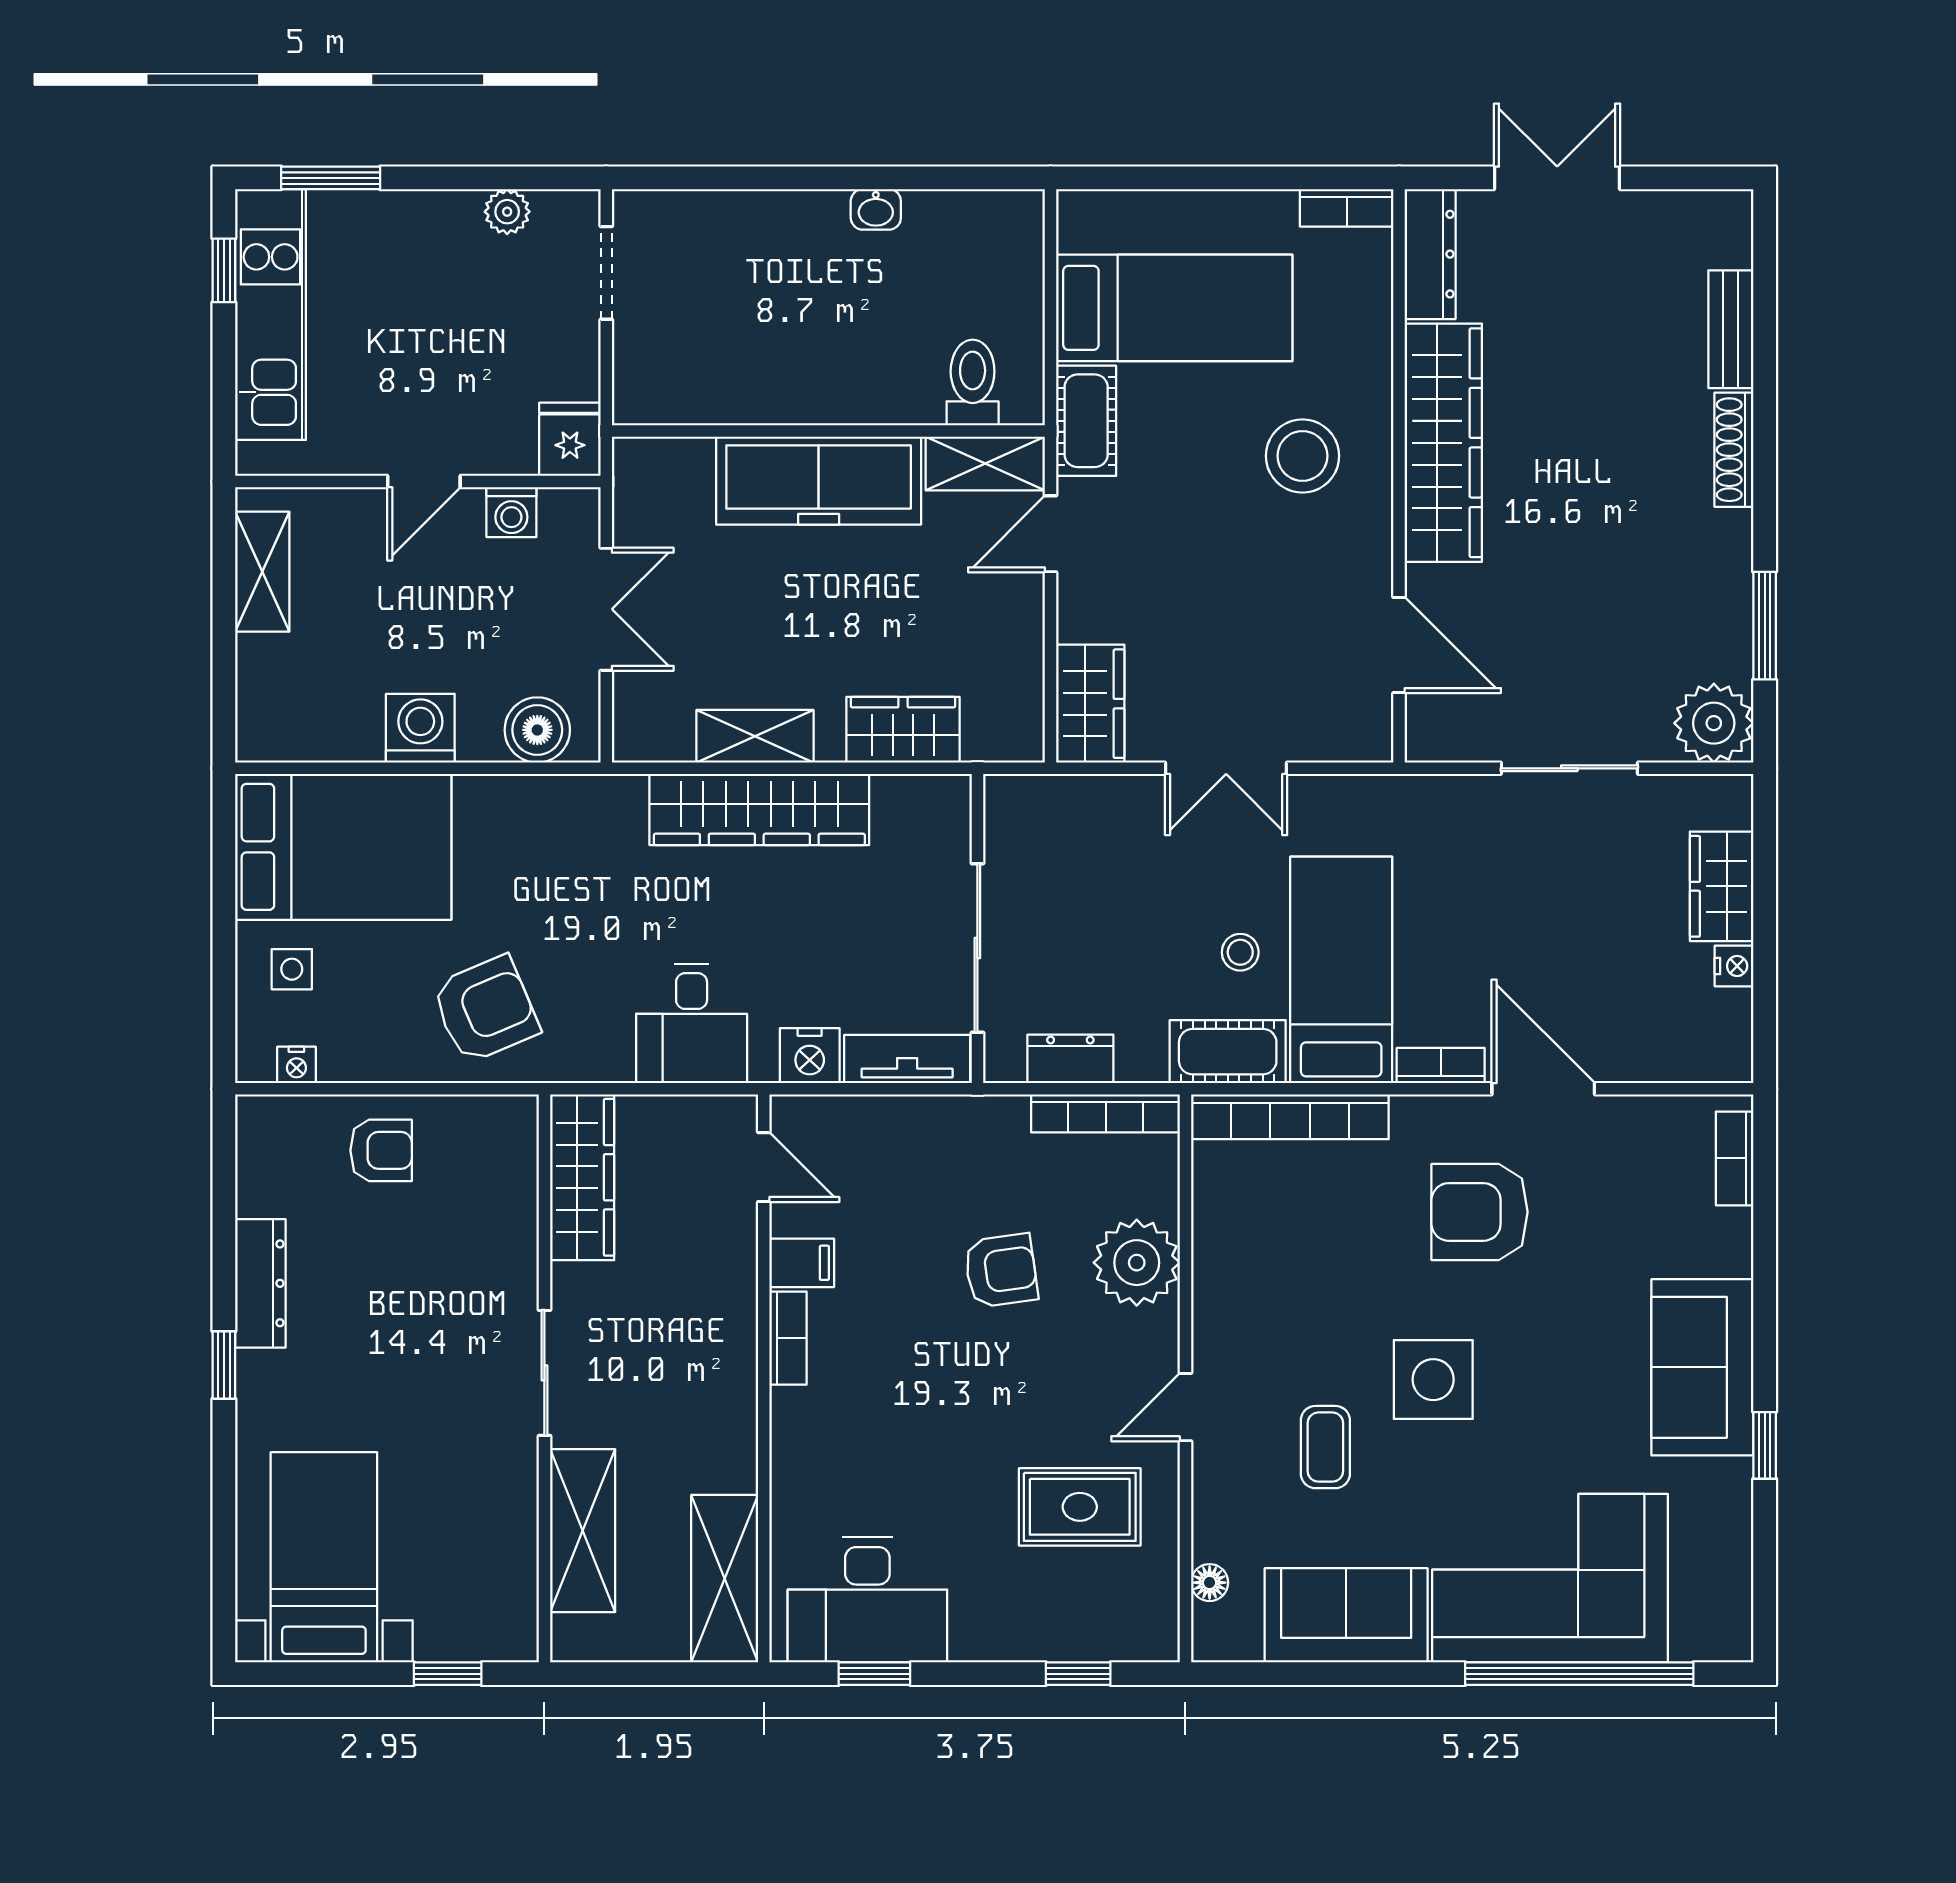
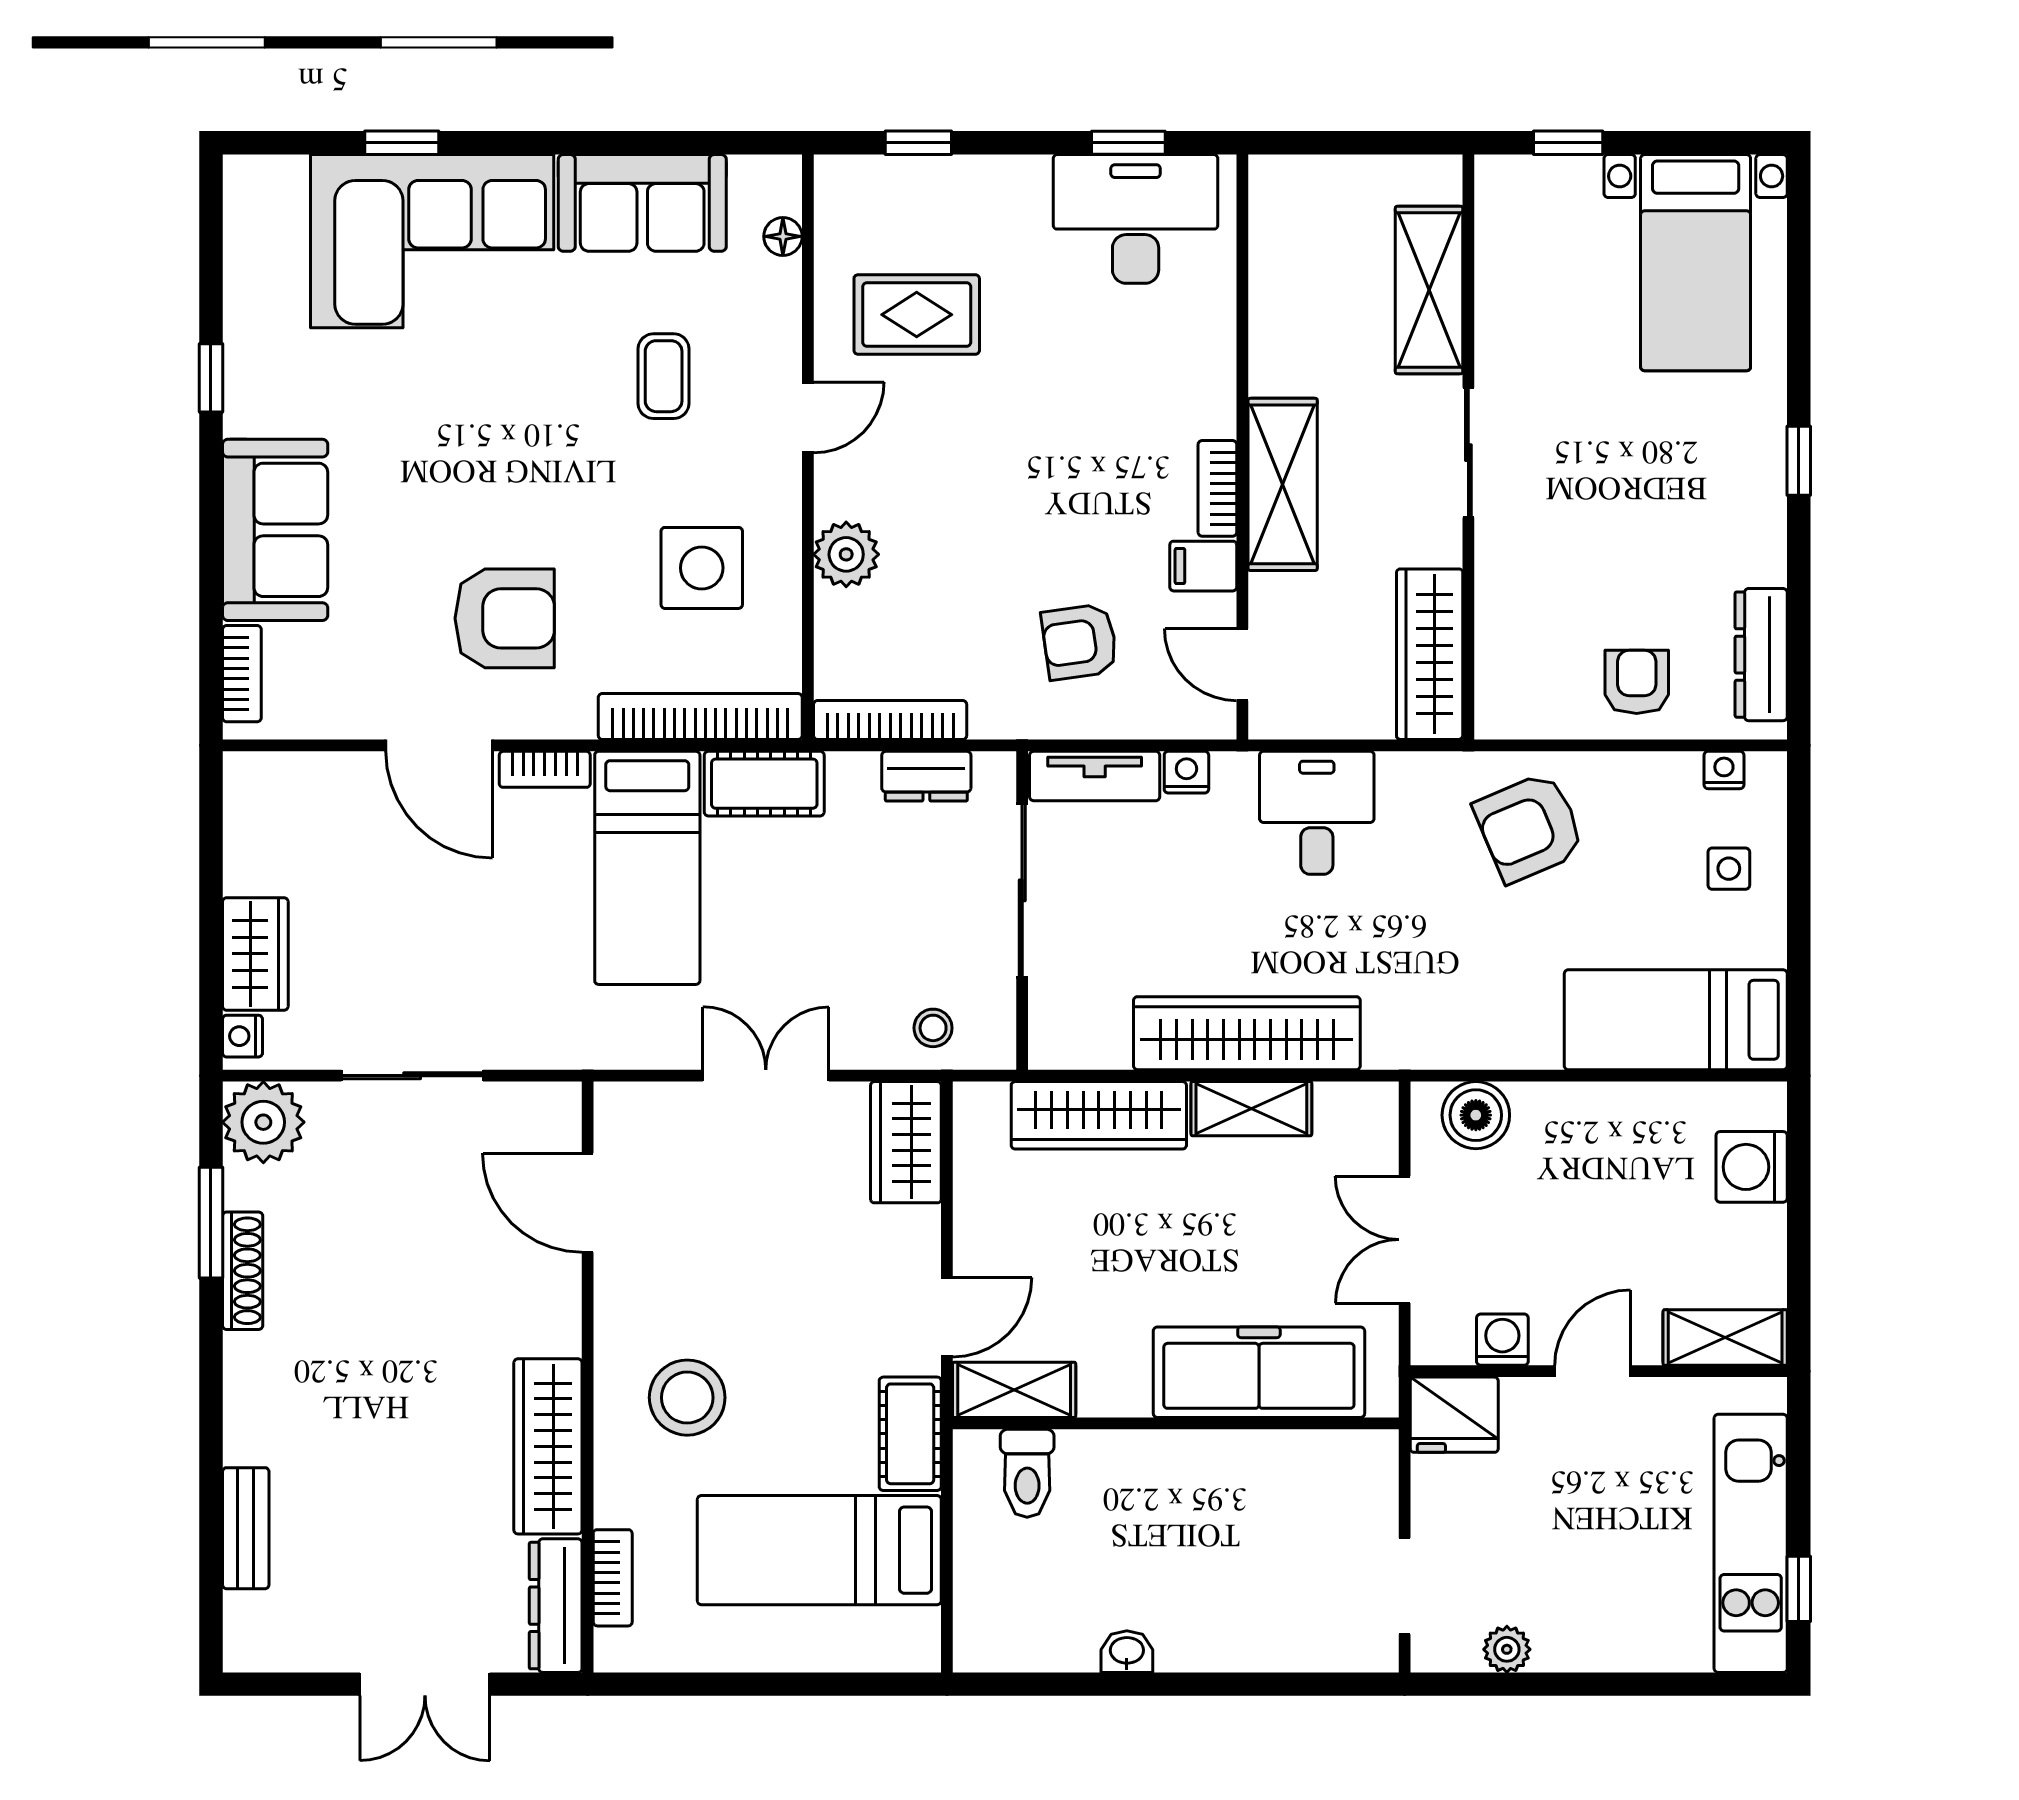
window: (331, 178) -> (1689, 1684), removed
bookcase: (1347, 208) -> (613, 1578), moved, turned 90
fridge: (570, 439) -> (1454, 1415), width x1.38
wardrobe: (1443, 443) -> (548, 1446), width x0.71, depth x0.85
shoe rack: (1734, 450) -> (243, 1271), moved
freezer: (819, 481) -> (1259, 1372), moved
shelving: (262, 572) -> (1725, 1338), moved, turned 90
washing machine: (420, 728) -> (1752, 1167), moved, turned 90
wardrobe: (903, 730) -> (1099, 1115), width x1.50
bed: (343, 847) -> (1676, 1020), width x0.67
stool: (1240, 952) -> (933, 1028), moved
nightstand: (1734, 966) -> (242, 1036), moved
nightstand: (810, 1056) -> (1186, 772), width x0.72, depth x0.74
armchair: (381, 1150) -> (1637, 682), turned 90
plant: (1137, 1263) -> (846, 554), width x0.73, depth x0.73
armchair: (1001, 1271) -> (1080, 642), moved
dresser: (260, 1283) -> (1761, 655), moved
sofa: (1702, 1367) -> (275, 530), moved
side table: (1433, 1380) -> (702, 568), moved
shelving: (725, 1579) -> (1283, 484), moved
window: (1579, 1674) -> (402, 143), width x0.32

